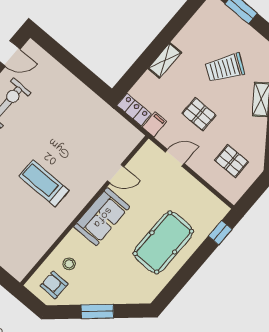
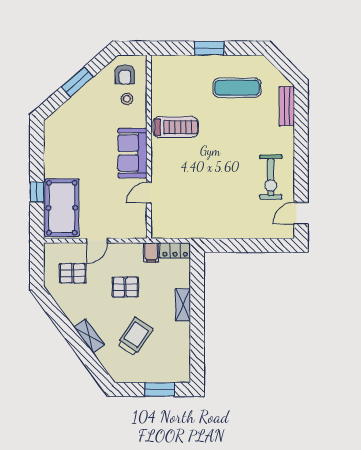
door: (175, 158) -> (97, 241), moved
treadmill: (44, 183) -> (176, 127), moved
window: (220, 233) -> (37, 192), moved
pool table: (163, 242) -> (62, 208), moved
armchair: (54, 285) -> (125, 74), turned 90

